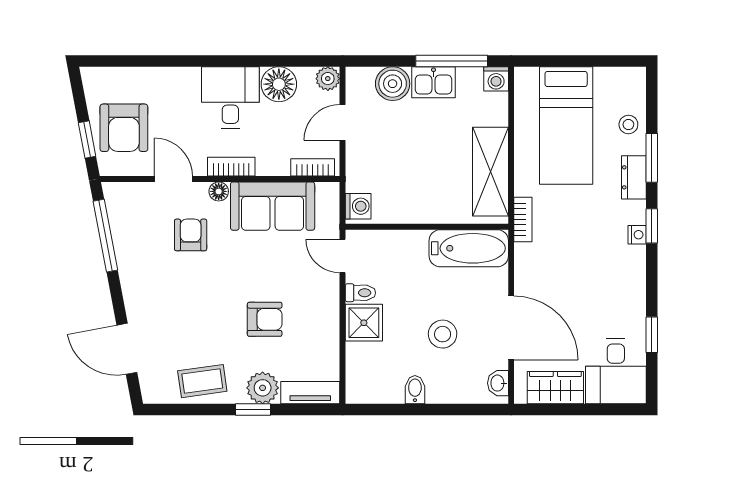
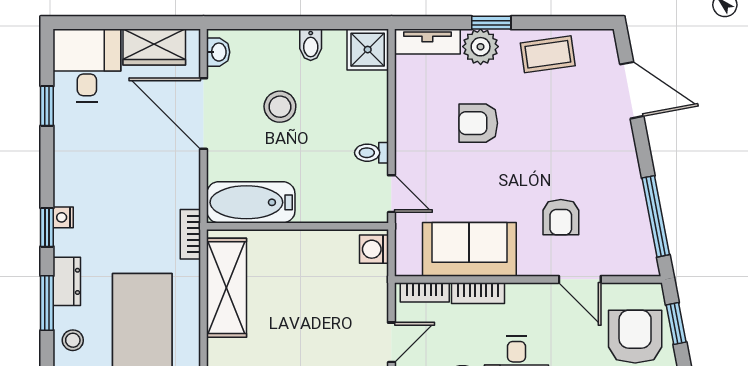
bookcase: (231, 167) -> (478, 293), moved
floor lamp: (219, 191) -> (529, 266), removed
shower: (364, 323) -> (368, 50), moved

